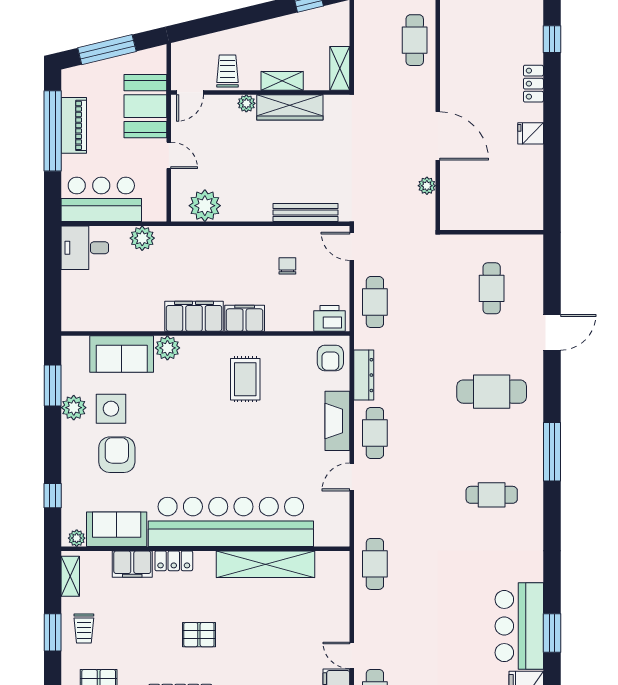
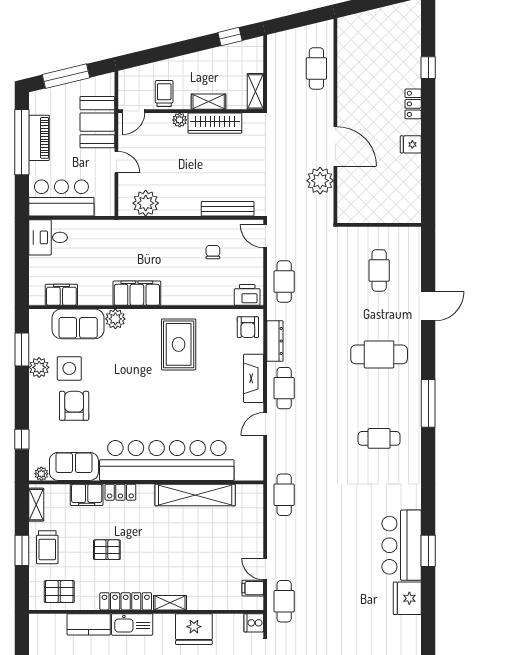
plant: (427, 186) -> (320, 181), width x1.87, depth x1.87
plant: (142, 238) -> (95, 230), removed
filing cabinet: (245, 318) -> (61, 295), moved
rug: (245, 379) -> (179, 344), width x1.36, depth x1.43
trolley: (84, 628) -> (47, 547), width x1.36, depth x1.39
pallet: (199, 635) -> (107, 550), moved

